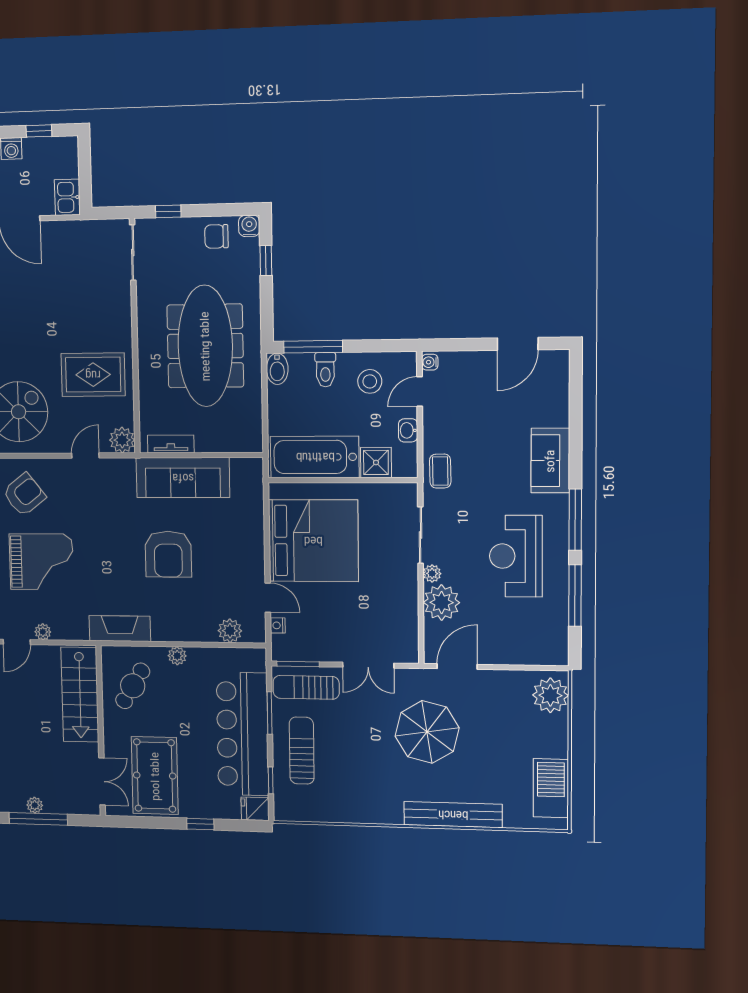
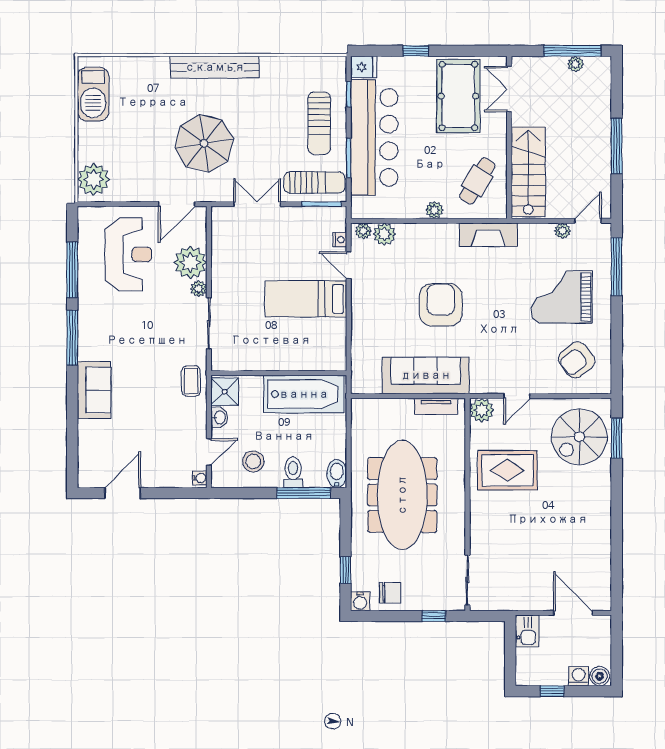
shower: (376, 462) -> (225, 392), moved
bed: (313, 541) -> (306, 299), width x0.49
reception desk: (516, 556) -> (128, 254), moved
plant: (252, 634) -> (363, 231), added
bench: (453, 815) -> (215, 67), moved

